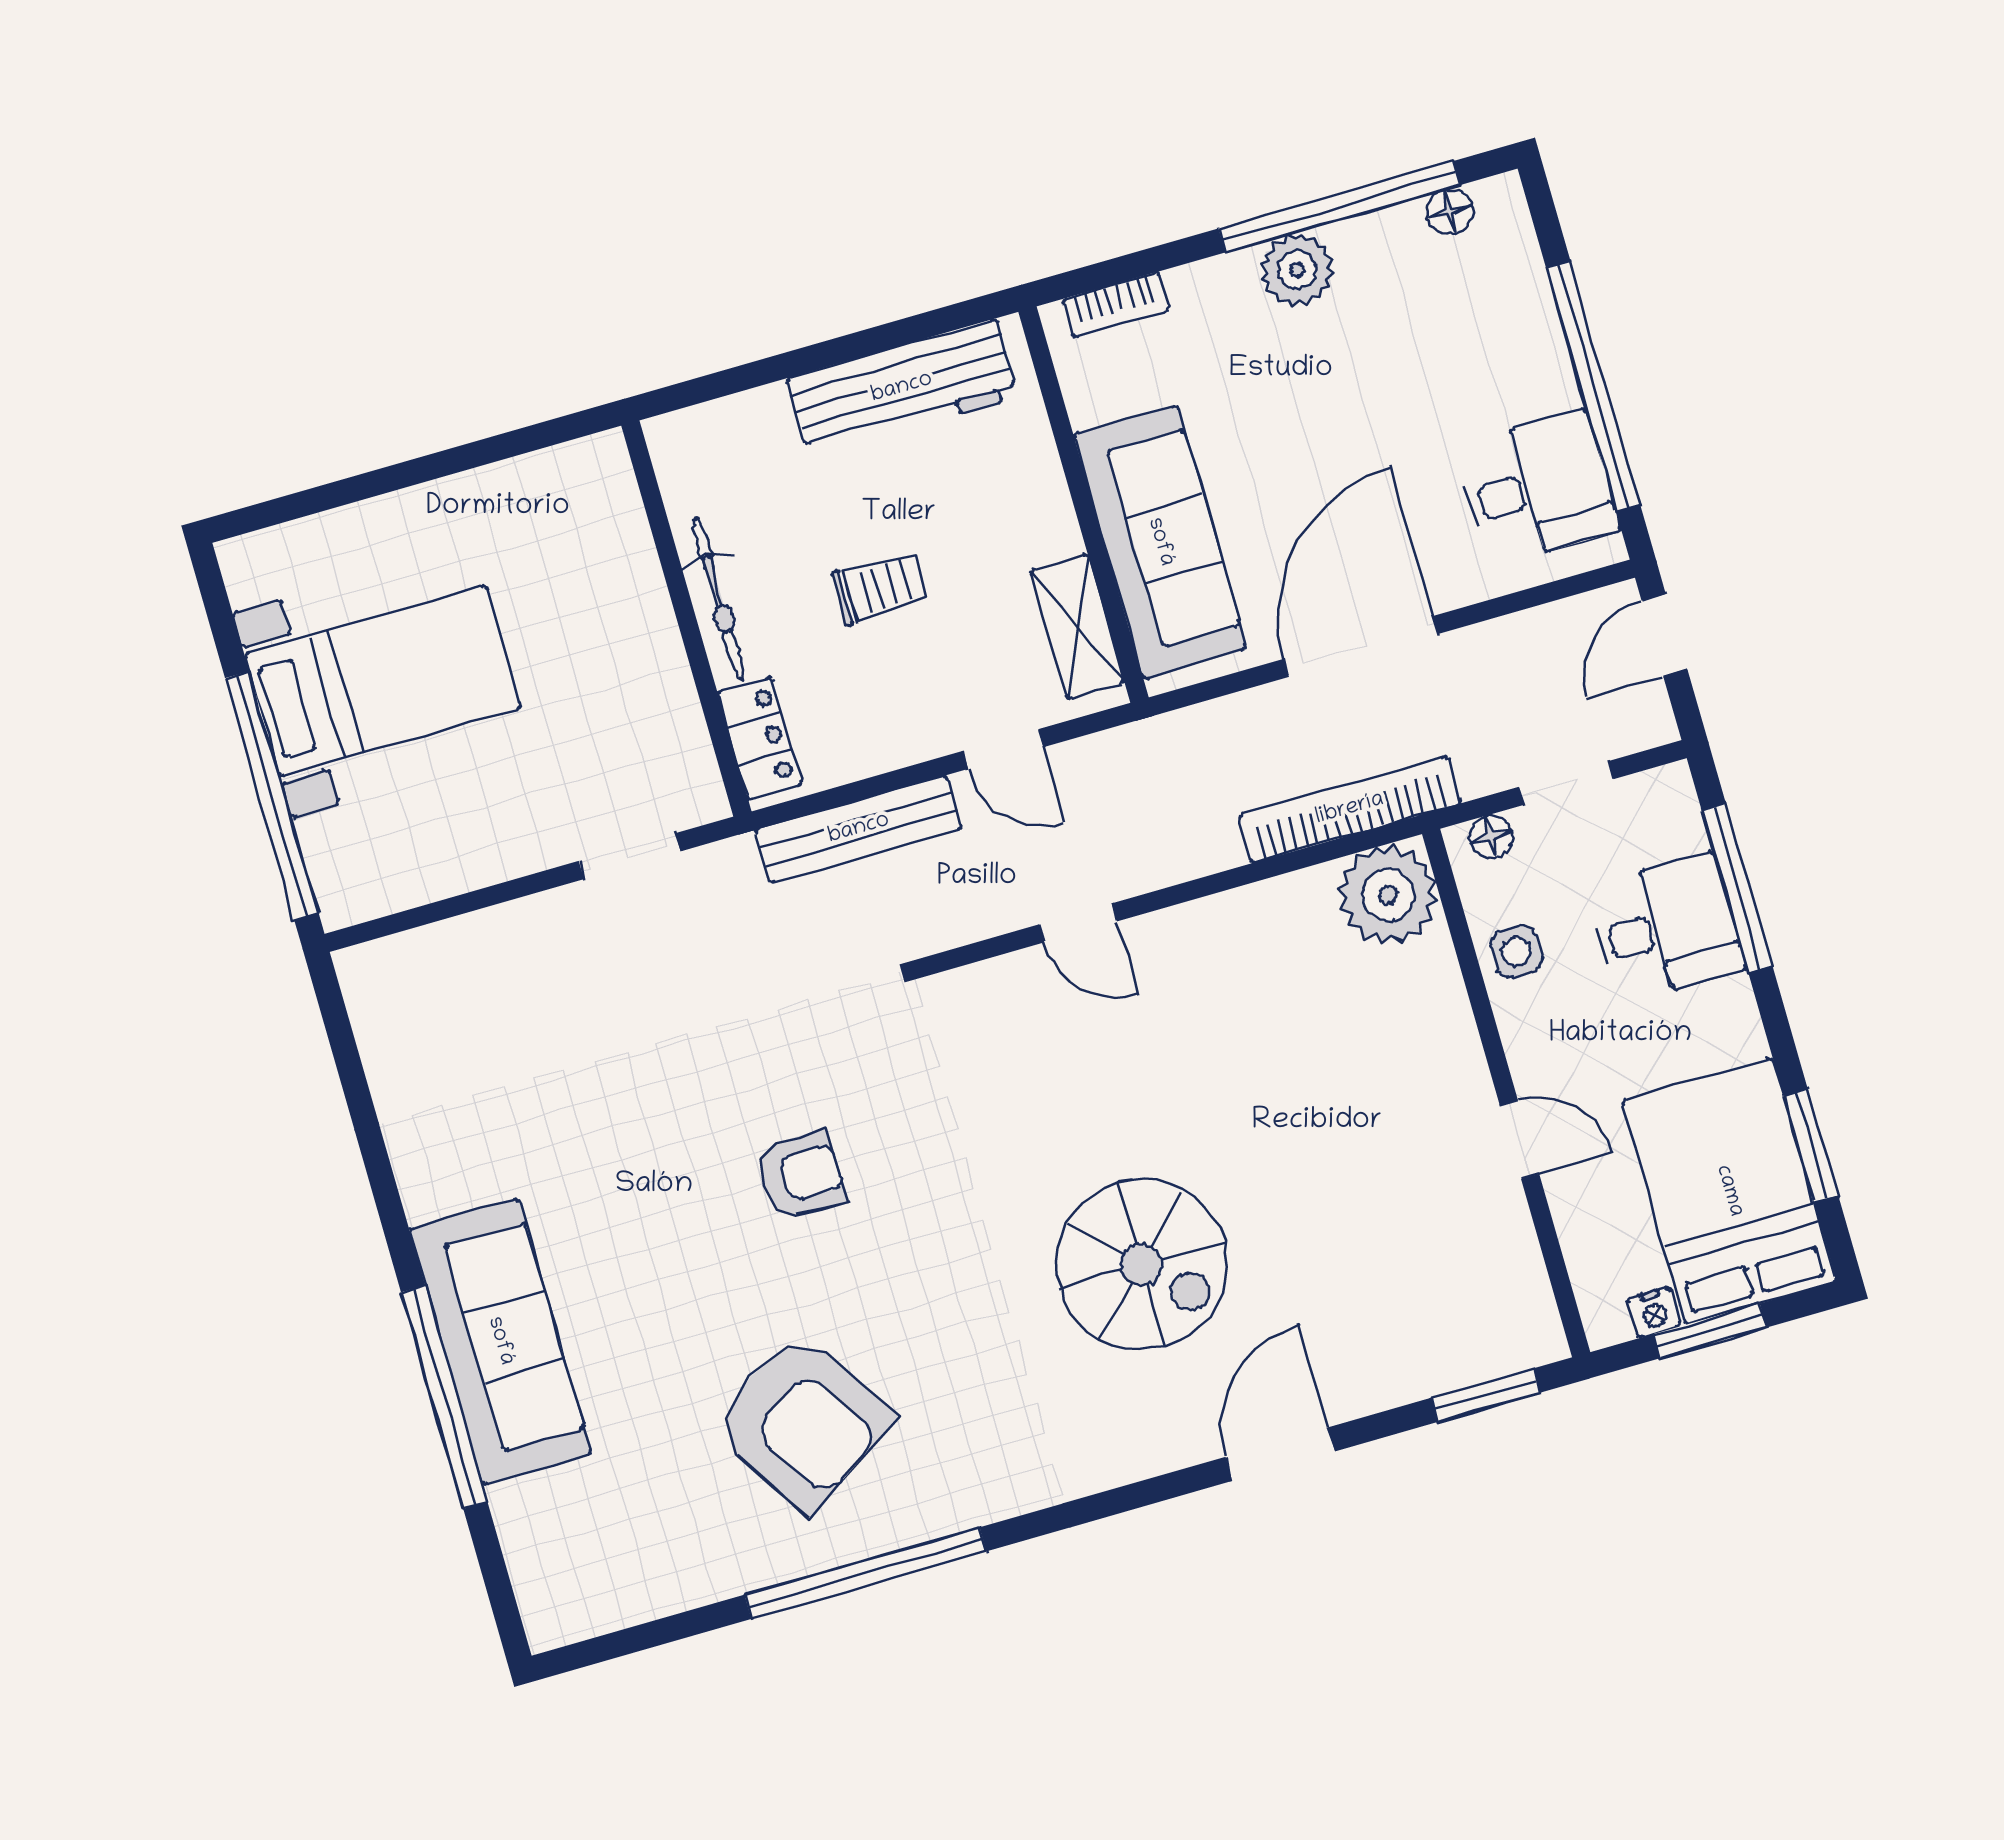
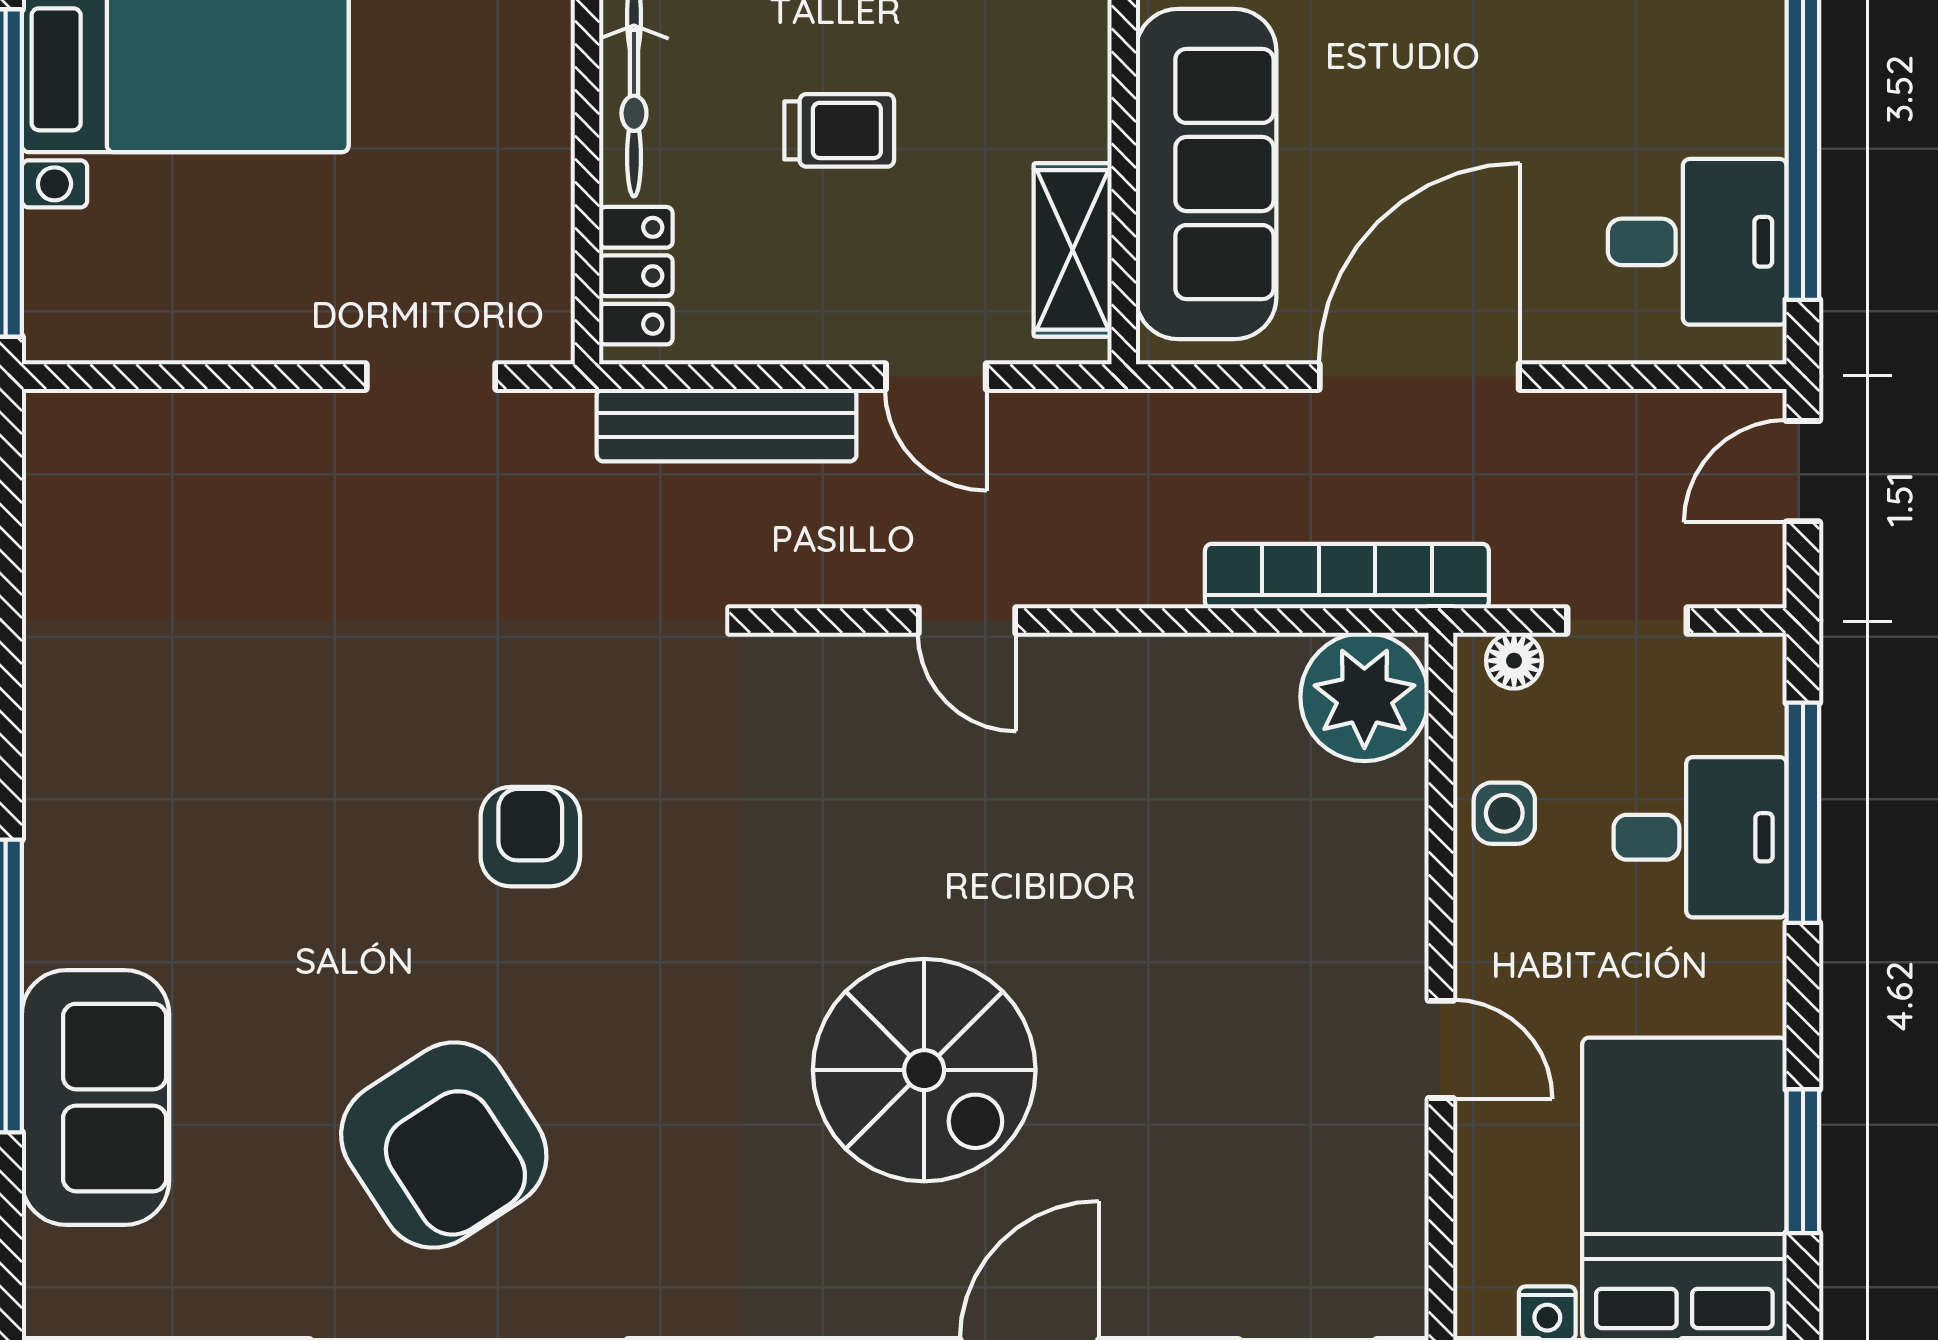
armchair: (801, 1175) -> (530, 837), turned -90
sofa: (500, 1341) -> (95, 1098), moved, width x0.73

